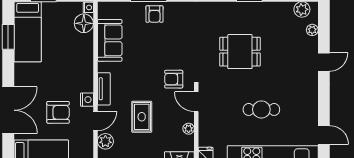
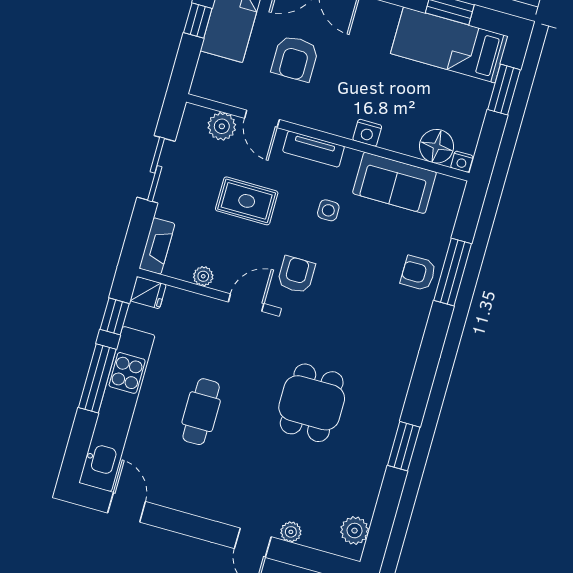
plant: (312, 30) -> (291, 532), moved
side table: (134, 72) -> (328, 210), added
nightstand: (87, 100) -> (367, 133), moved
door: (324, 135) -> (127, 507), swing flipped

